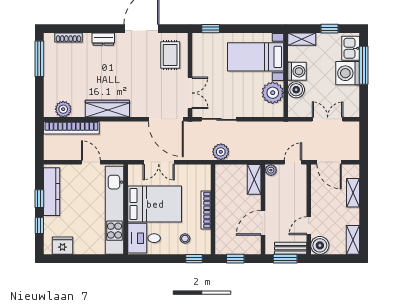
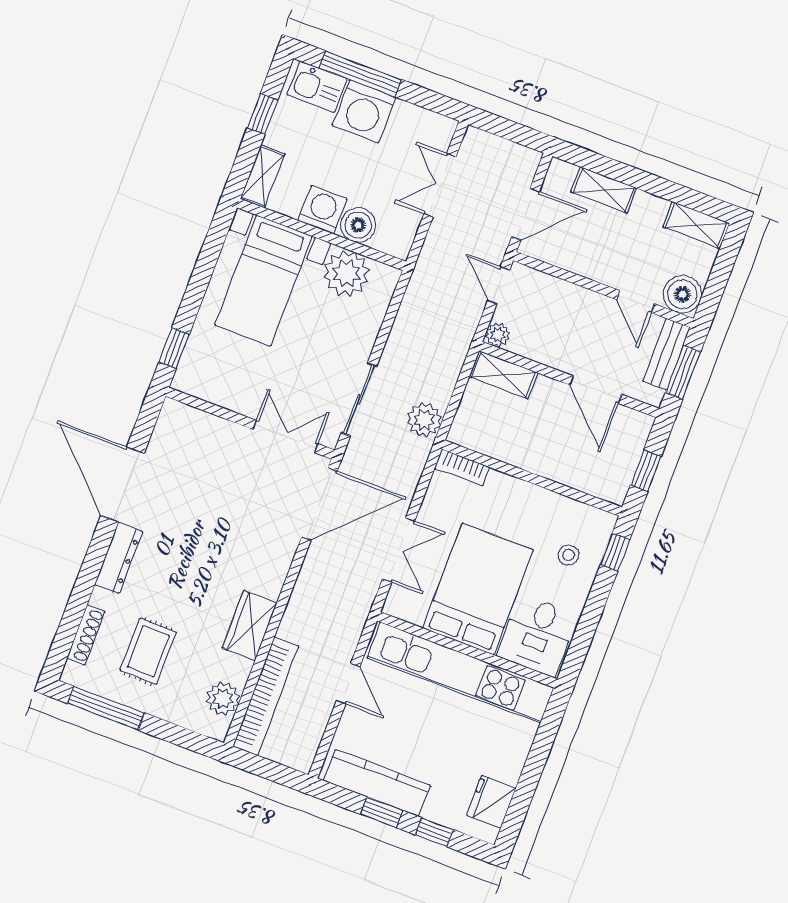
dresser: (103, 39) -> (118, 558), width x1.44
rug: (170, 55) -> (148, 651), moved, turned 90
wardrobe: (107, 109) -> (250, 625), width x0.67
door: (91, 162) -> (348, 683), swing flipped
bookcase: (206, 210) -> (462, 468), moved, width x0.64

